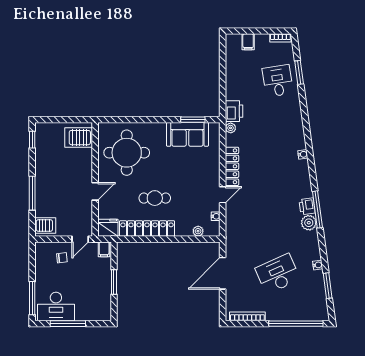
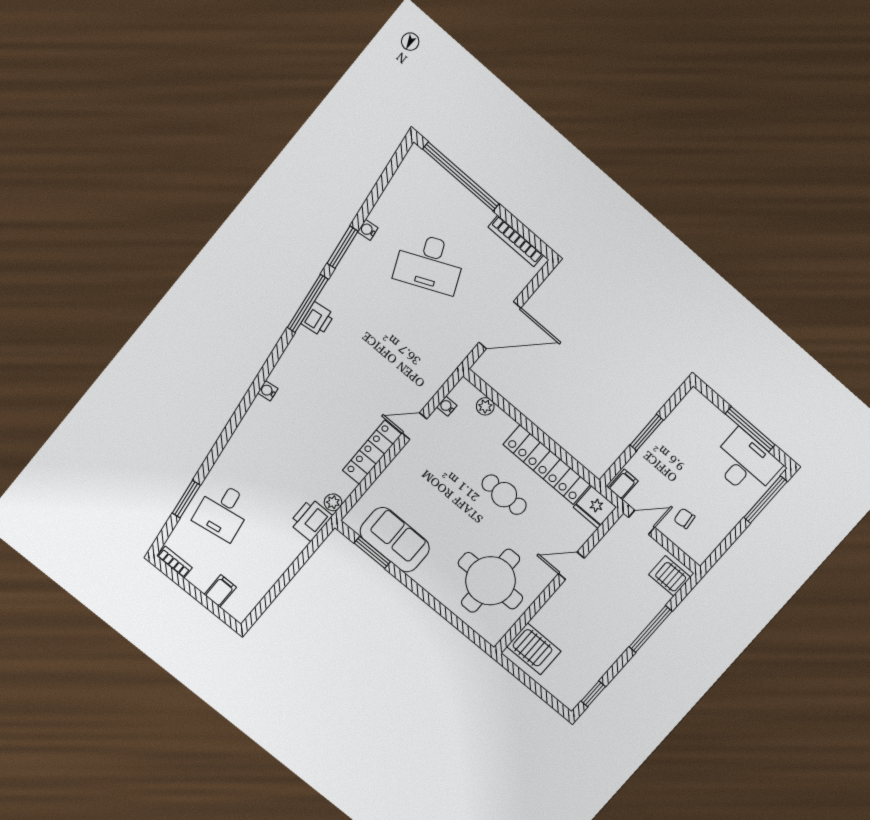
plant: (309, 223) -> (333, 296), removed
window: (328, 286) -> (343, 247), moved

